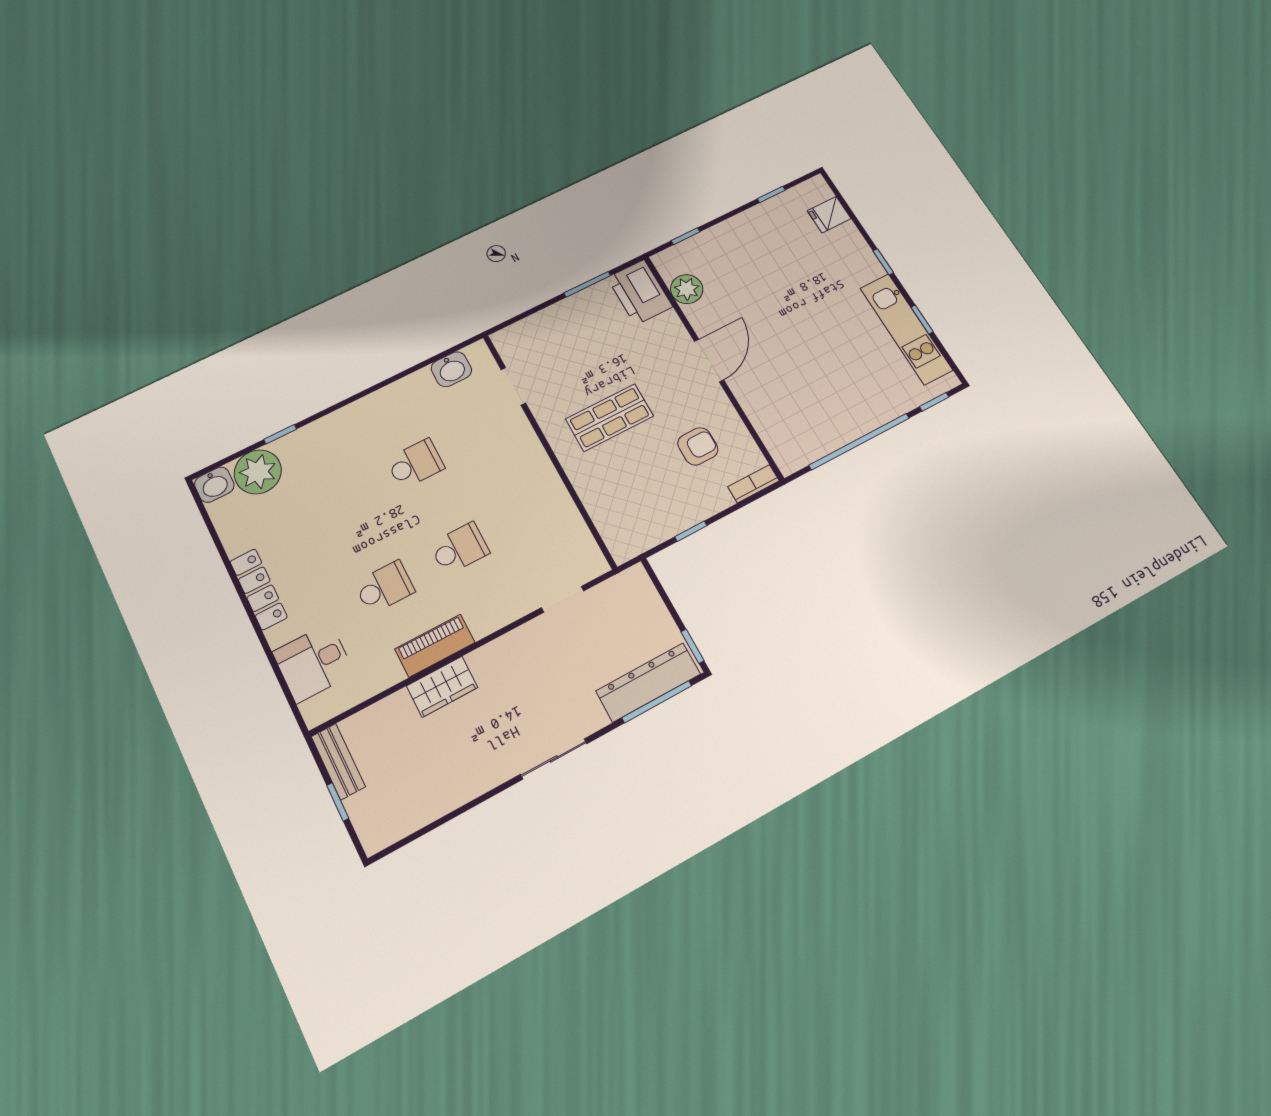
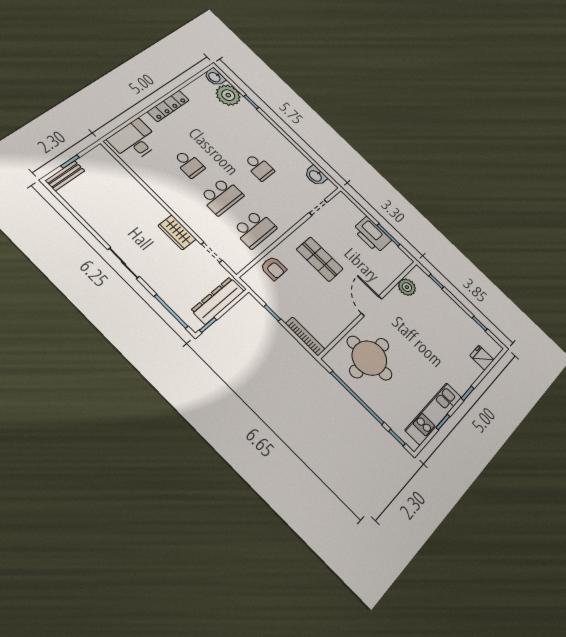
printer: (640, 292) -> (372, 235), moved, turned -90
door: (709, 360) -> (372, 306), swing flipped
round table: (797, 397) -> (369, 358), added
armchair: (698, 446) -> (273, 268), moved
bookcase: (753, 484) -> (305, 336), width x1.56
school desk: (533, 511) -> (255, 229), added
school desk: (460, 548) -> (222, 196), width x1.85
piano: (435, 646) -> (166, 193), removed
desk: (314, 663) -> (134, 141), width x1.37
dresser: (648, 682) -> (218, 300), moved, turned -90
wardrobe: (442, 687) -> (177, 232), moved
bench: (338, 762) -> (65, 176), moved

